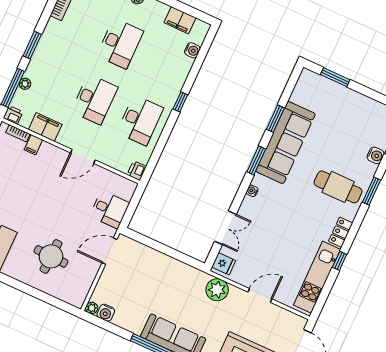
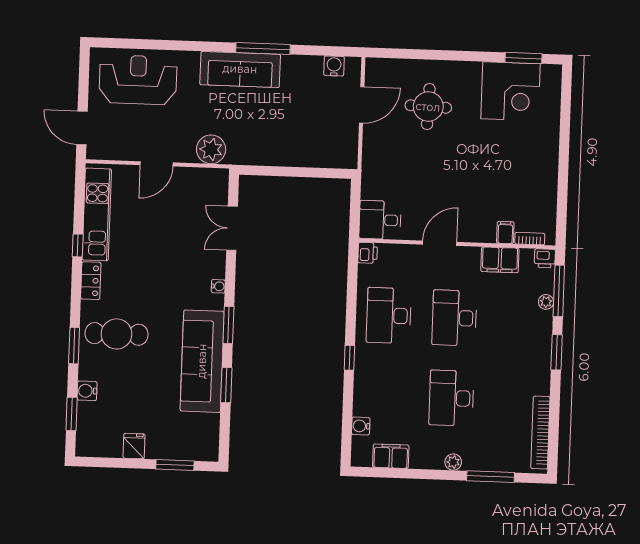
desk: (110, 210) -> (380, 220), moved
door: (109, 251) -> (362, 105), moved
fridge: (224, 264) -> (134, 446), moved, turned 90
plant: (92, 308) -> (353, 65), removed

